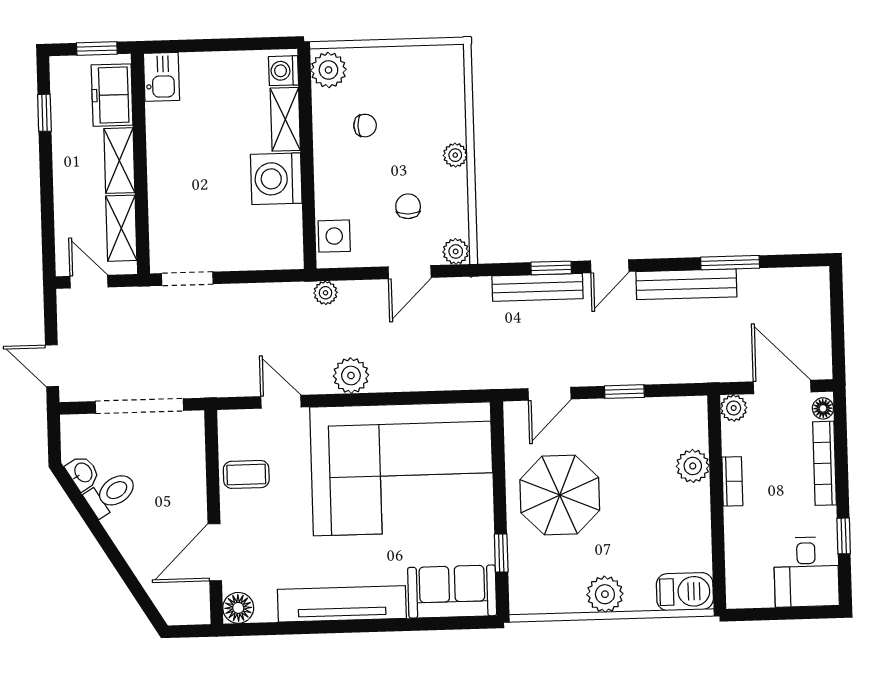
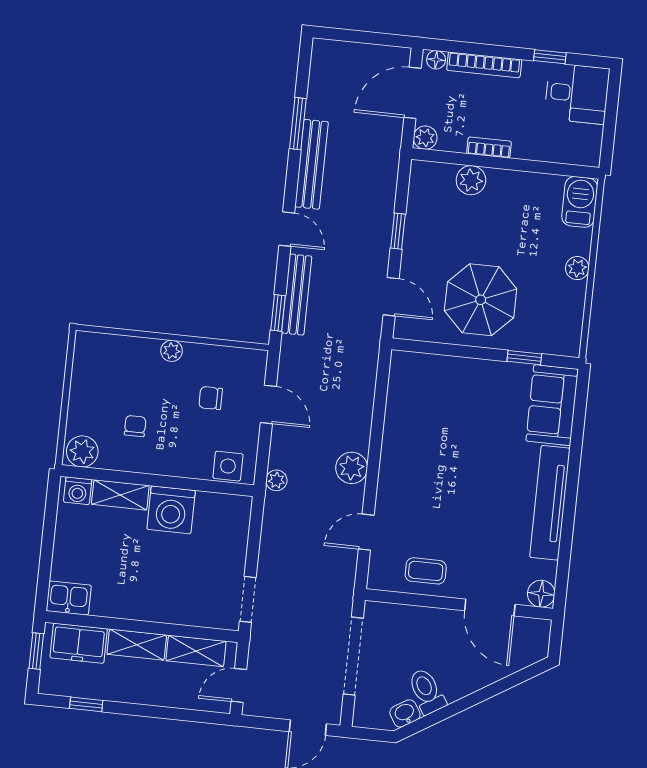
plant: (456, 251) -> (256, 362), removed
window: (551, 268) -> (278, 313), moved
corner sofa: (402, 469) -> (439, 434), removed
coffee table: (246, 474) -> (426, 571), turned 90
plant: (605, 594) -> (577, 268), width x0.73, depth x0.73

